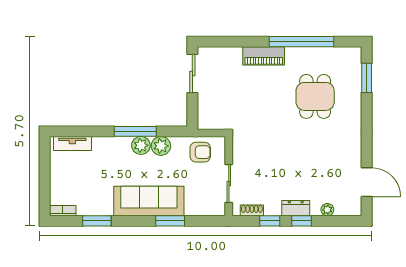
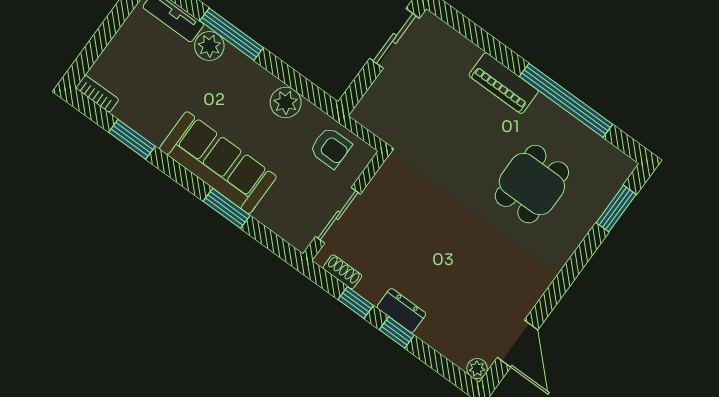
window: (135, 131) -> (232, 34), moved
plant: (141, 145) -> (209, 46), moved
plant: (327, 210) -> (477, 369), moved

